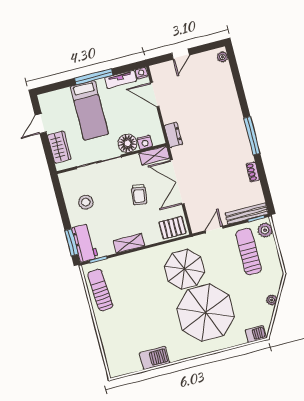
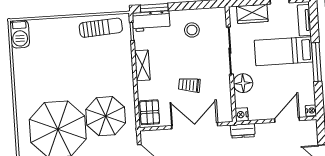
tv unit: (121, 79) -> (304, 20), moved
nightstand: (145, 142) -> (242, 115), moved
shelving: (154, 156) -> (225, 108), removed
barbecue: (155, 358) -> (20, 34), moved

